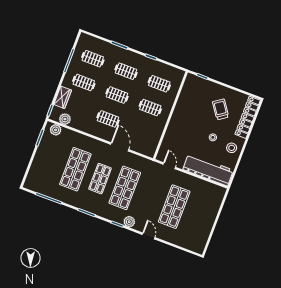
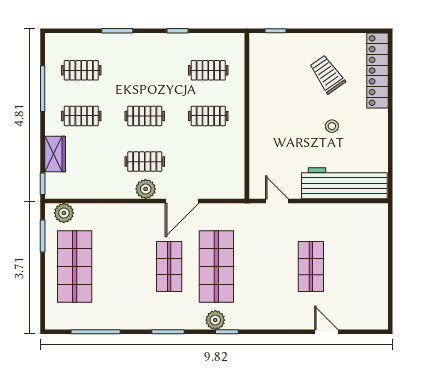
clothes rail: (126, 71) -> (145, 70), removed
plant: (65, 119) -> (146, 189), moved
door: (120, 147) -> (182, 201), swing flipped
stool: (232, 148) -> (370, 132), removed
shop shelf: (75, 169) -> (75, 266), moved
shop shelf: (174, 207) -> (311, 266), width x0.70, depth x0.74
plant: (129, 222) -> (215, 320), moved
door: (149, 236) -> (326, 332), moved

